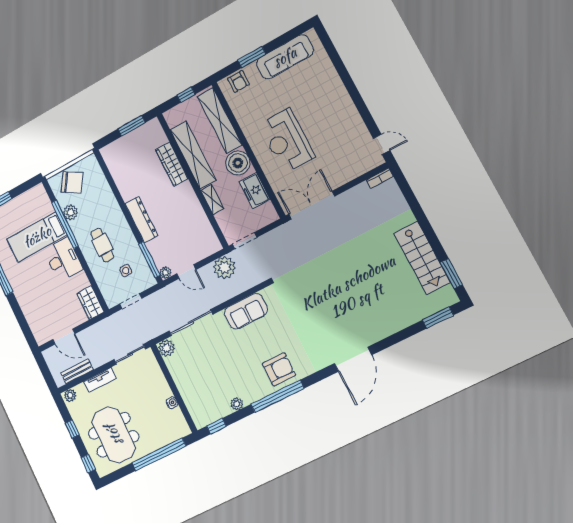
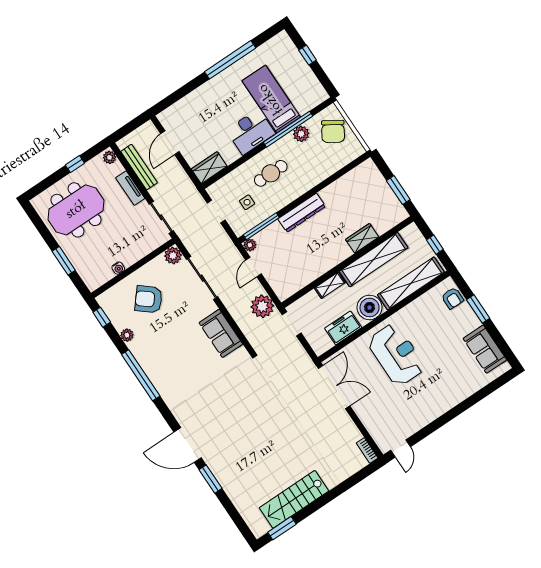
sofa: (285, 57) -> (485, 349), width x0.73
armchair: (238, 81) -> (452, 298), turned -90
reception desk: (287, 141) -> (396, 355), turned 90
wardrobe: (172, 164) -> (362, 238), width x0.67
window: (438, 318) -> (210, 479), moved
armchair: (279, 369) -> (149, 299), moved, turned 130
bench: (77, 371) -> (139, 167), width x1.36
window: (159, 454) -> (64, 261), width x0.47
window: (88, 464) -> (42, 186), removed

